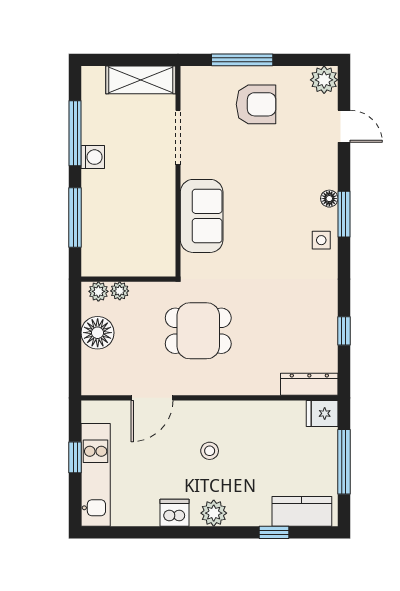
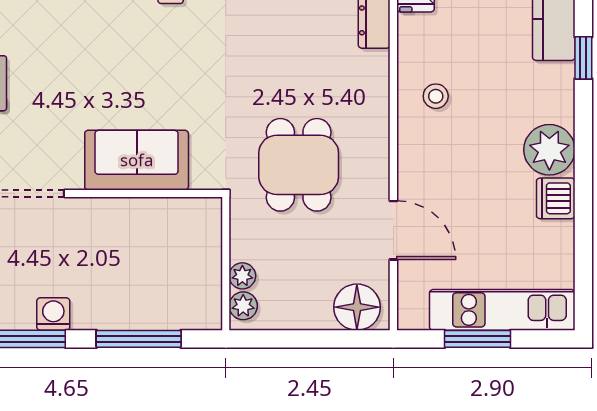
floor lamp: (98, 333) -> (357, 307), moved
stool: (210, 451) -> (436, 96), moved
window: (75, 457) -> (477, 339), width x1.50
plant: (214, 513) -> (549, 150), width x1.36, depth x1.36

